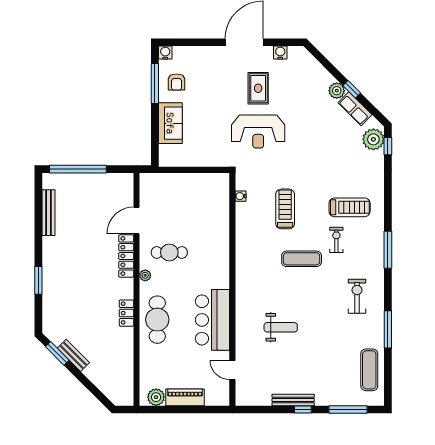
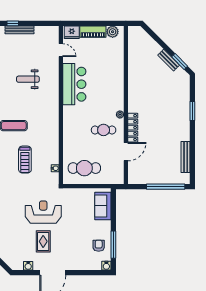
sofa: (170, 123) -> (103, 206), moved
locker: (126, 313) -> (133, 89), removed
cafe table: (157, 320) -> (84, 168), moved, turned 90
fridge: (216, 396) -> (72, 32), added

